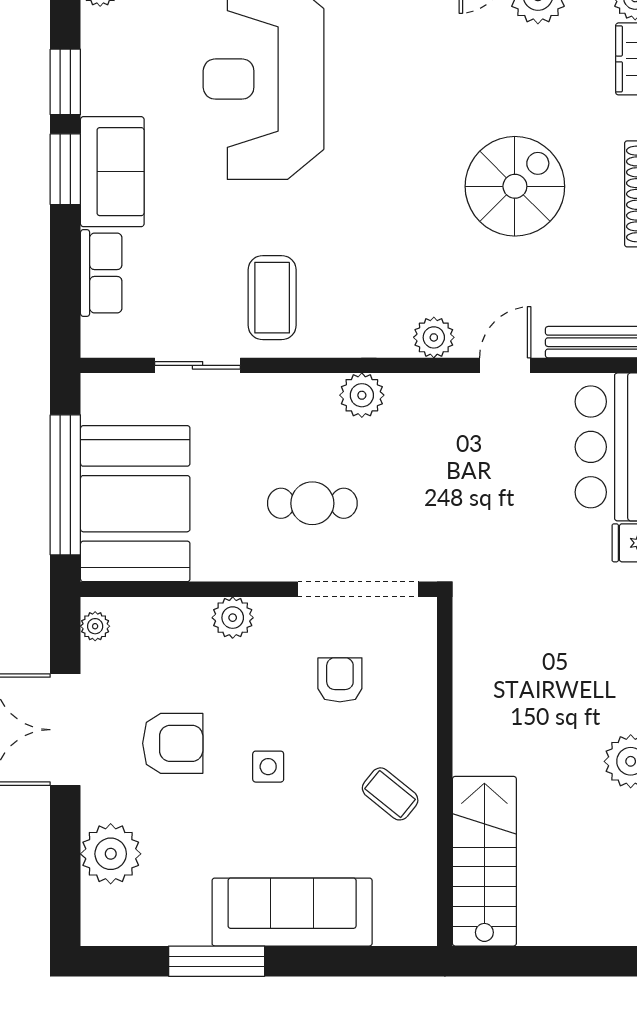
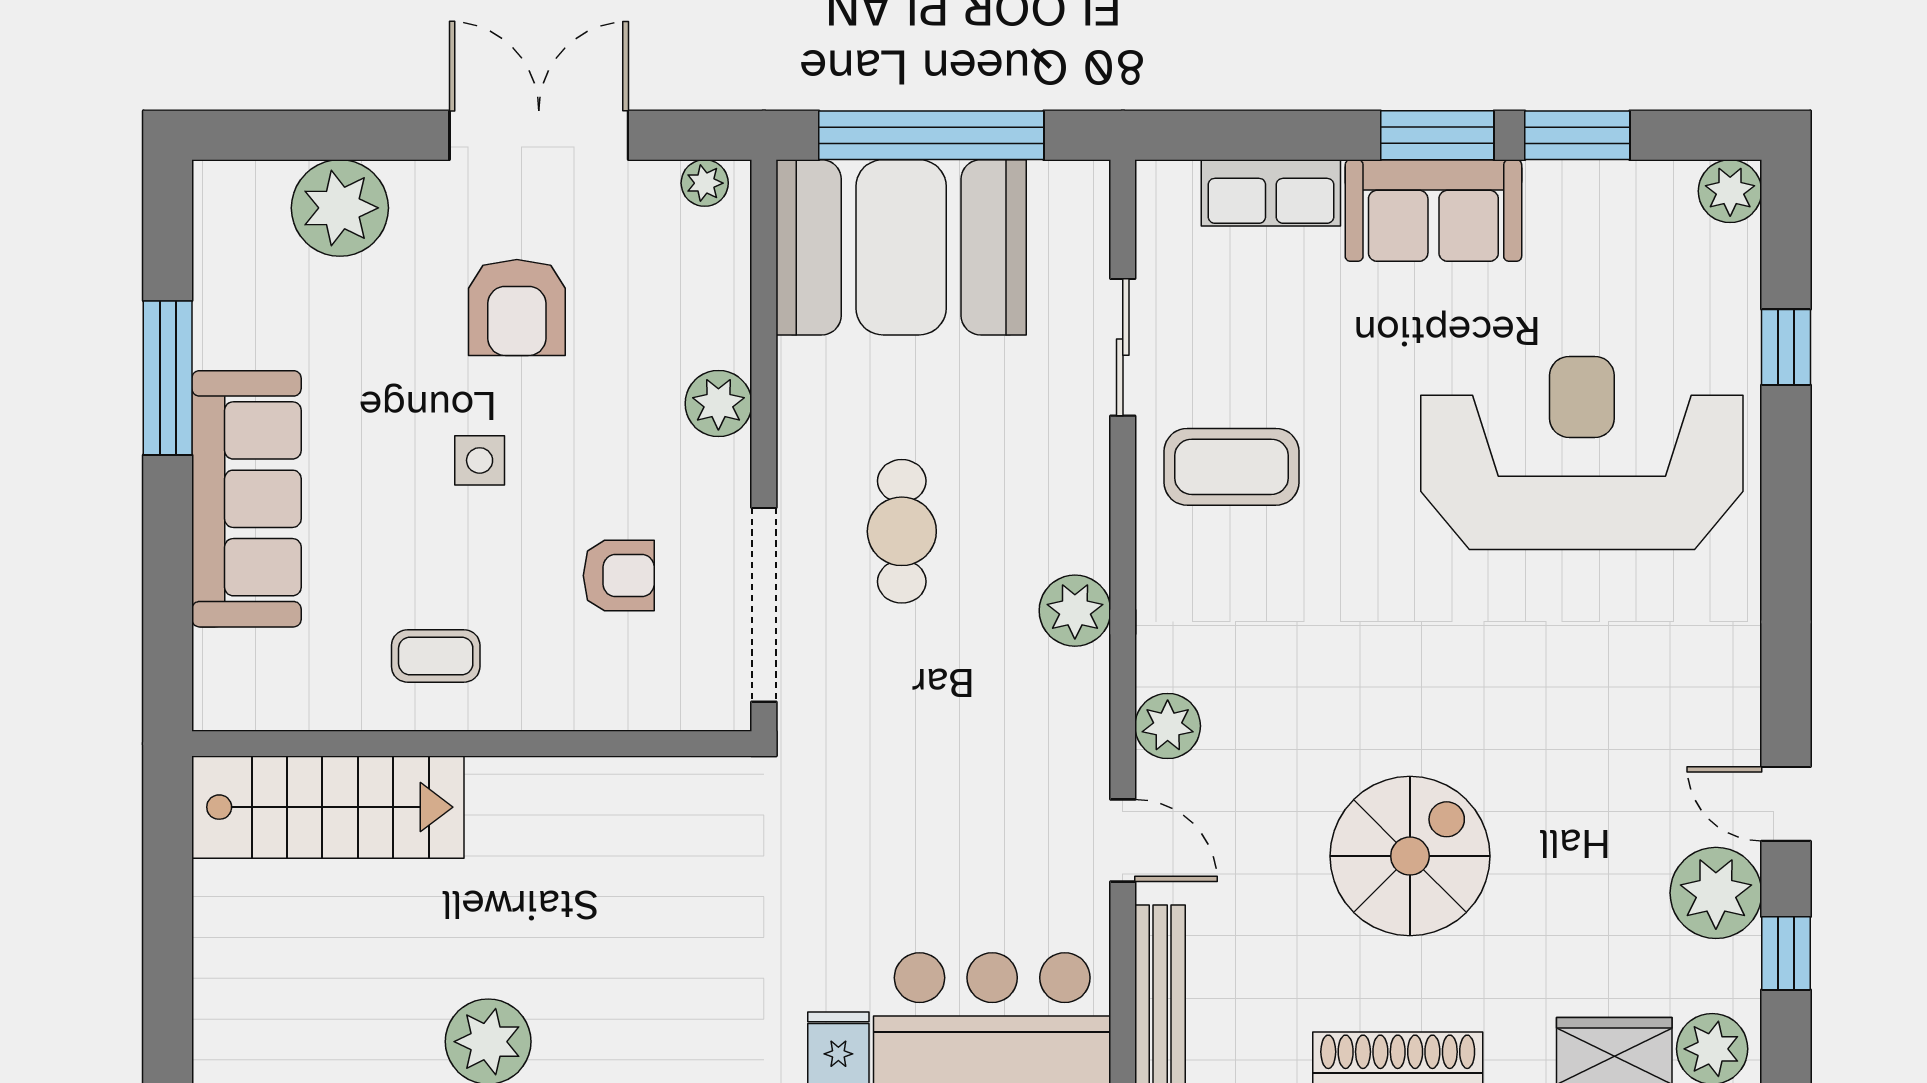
spiral stairs: (515, 186) -> (1410, 856), turned -90
coffee table: (390, 794) -> (436, 656), turned 51

